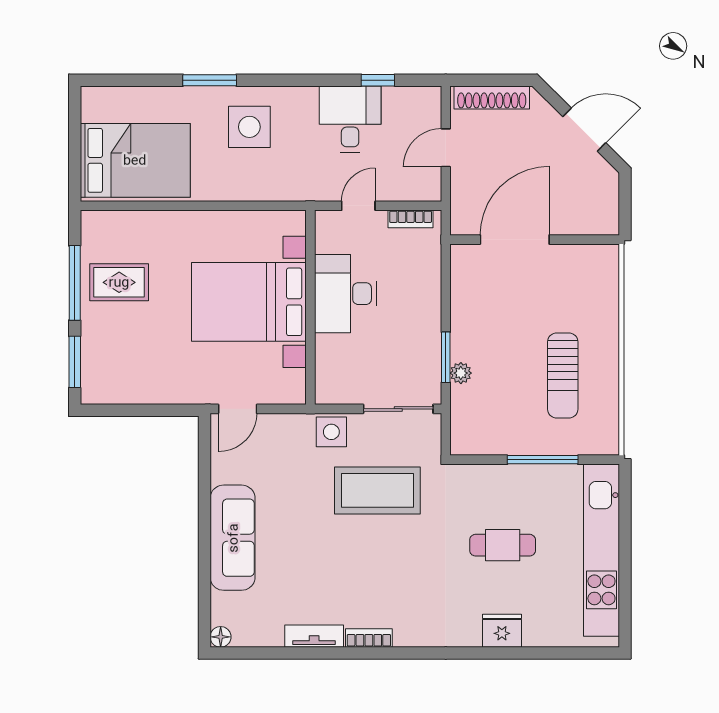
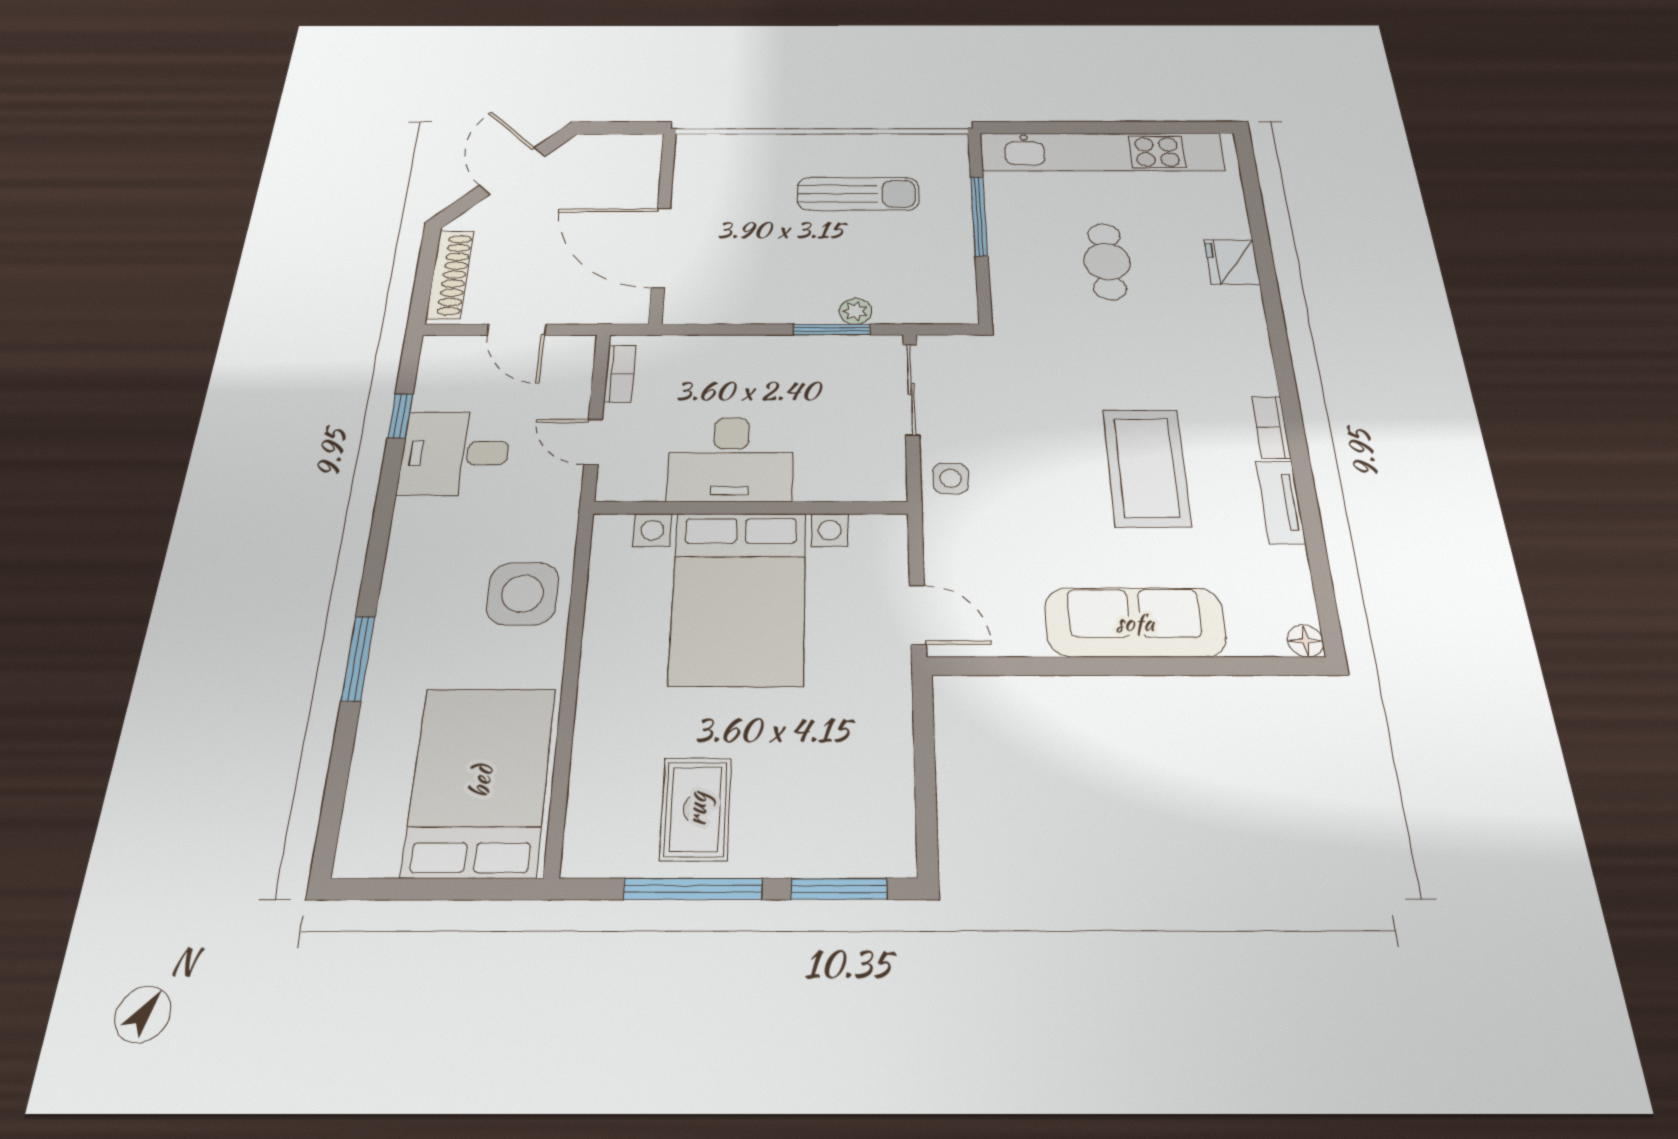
side table: (249, 127) -> (523, 594), moved
side table: (331, 432) -> (951, 478), width x0.73, depth x0.73
coffee table: (377, 490) -> (1146, 467), moved

